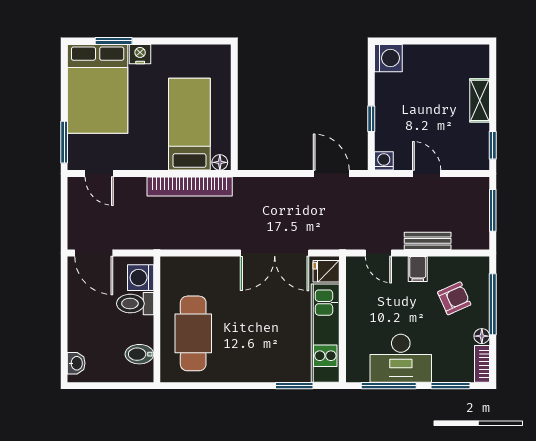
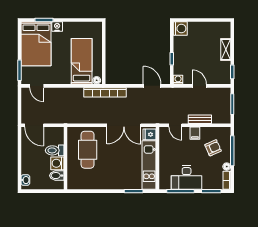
bookcase: (190, 186) -> (105, 92), moved
washing machine: (141, 278) -> (57, 163), moved
cafe table: (193, 333) -> (88, 150), moved

